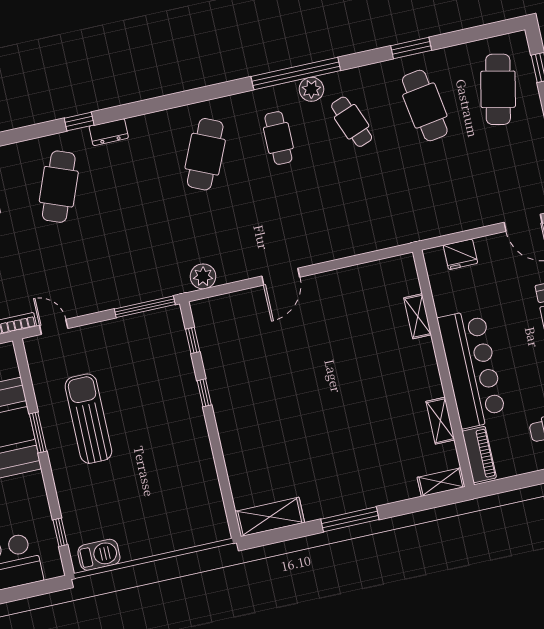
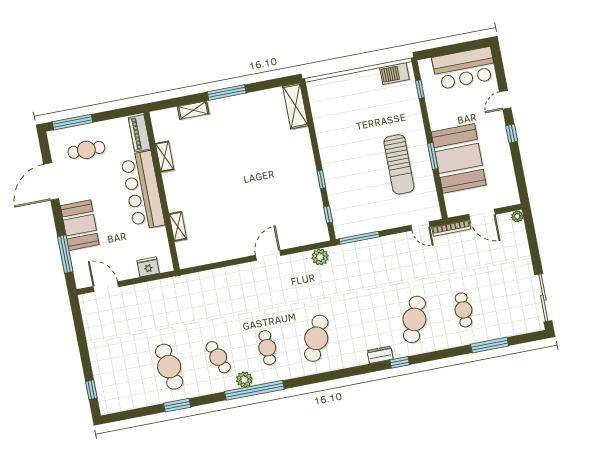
cafe table: (498, 89) -> (120, 376), removed
shelving: (441, 482) -> (193, 110), moved
shelving: (270, 517) -> (295, 106), moved, turned 90

